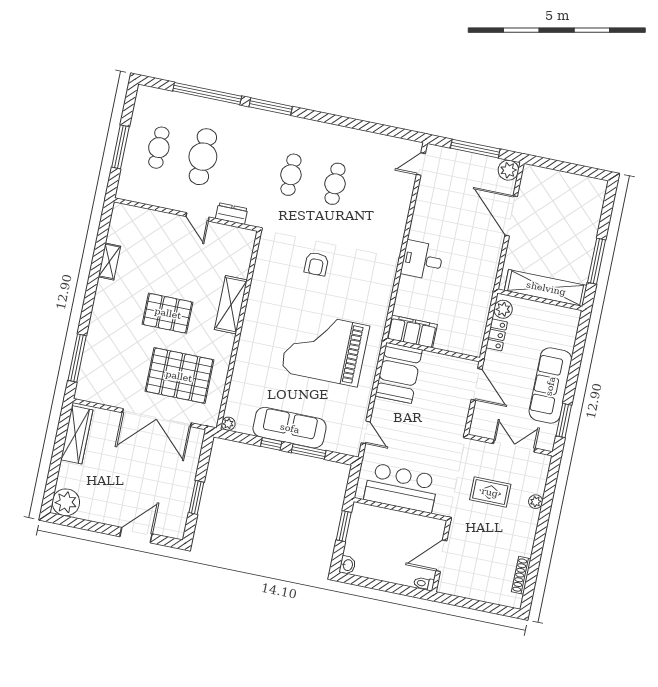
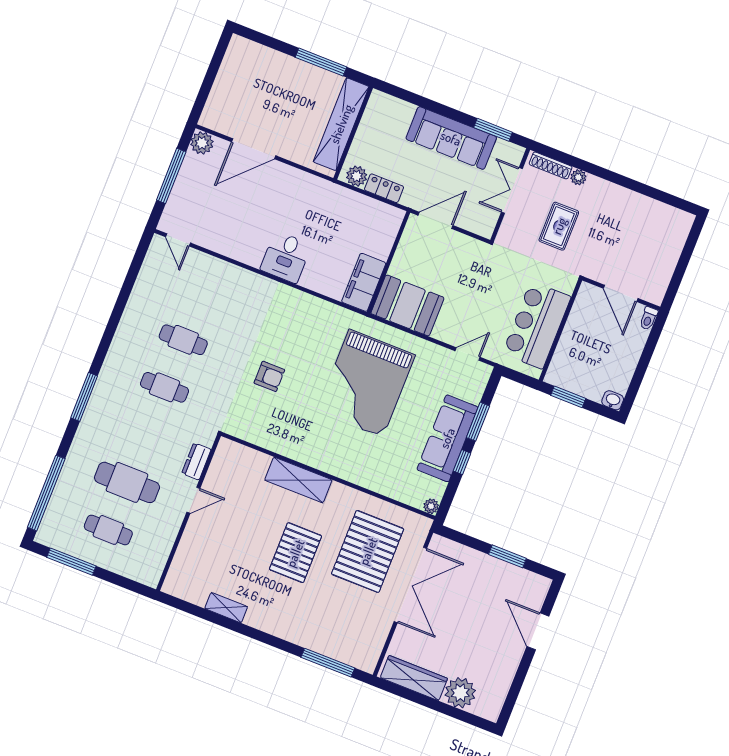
window: (207, 93) -> (46, 493), moved
window: (120, 147) -> (71, 562), moved
plant: (66, 502) -> (460, 693), moved
shoe rack: (521, 575) -> (551, 165), moved

